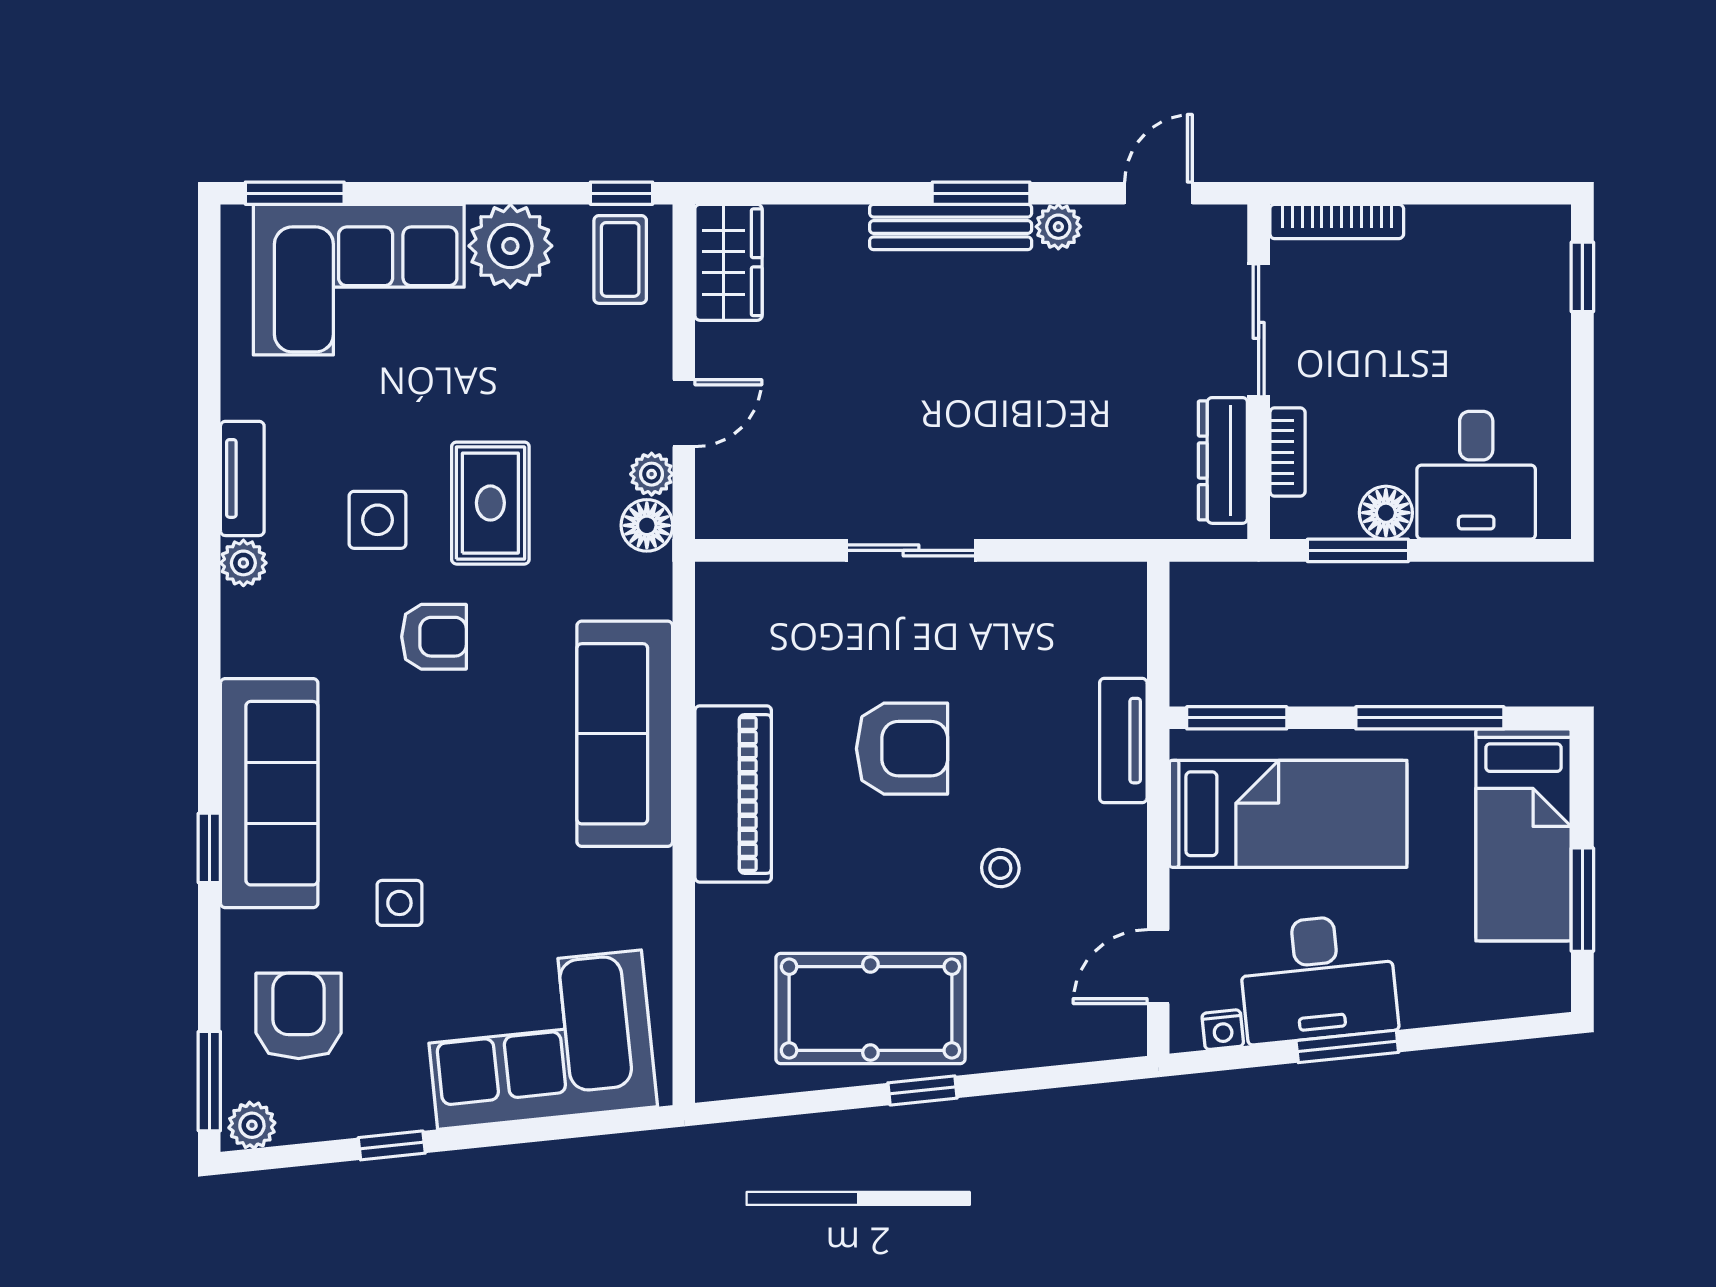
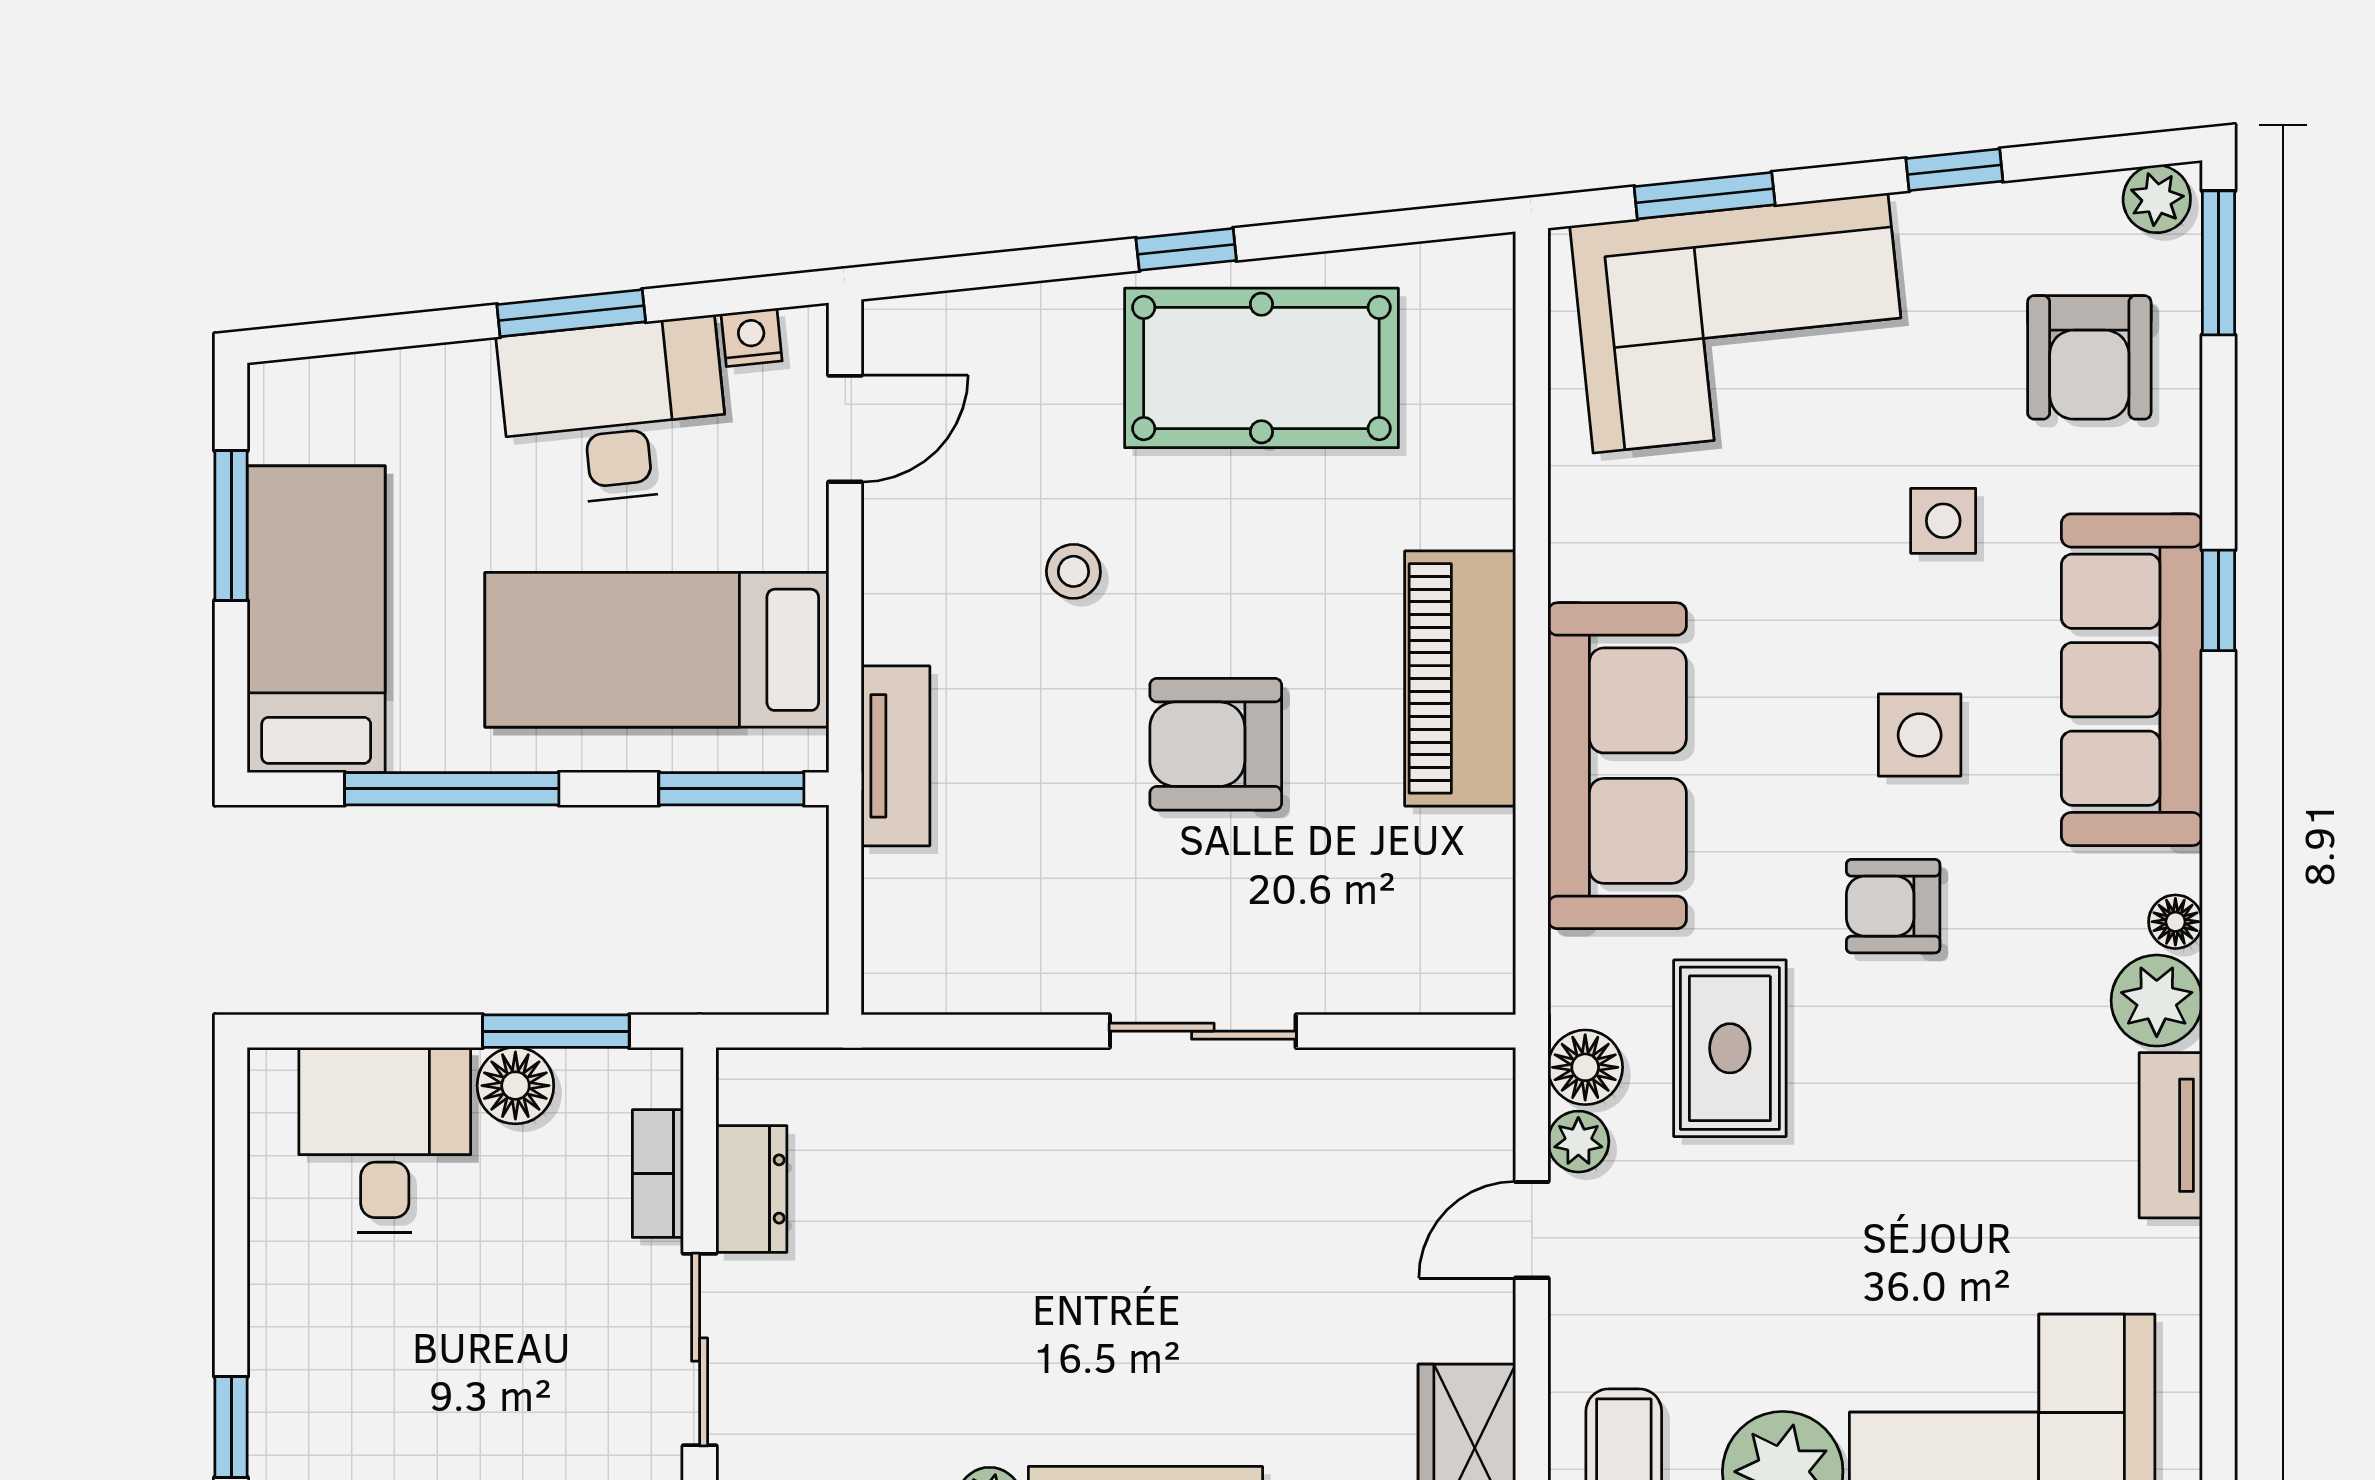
dresser: (1223, 460) -> (751, 1189), width x0.70
rug: (490, 503) -> (1730, 1048), moved
side table: (378, 520) -> (1920, 735), moved
plant: (243, 563) -> (2157, 1001), width x1.38, depth x1.38
floor lamp: (239, 626) -> (2175, 922), added
window: (564, 1128) -> (1705, 196), added

